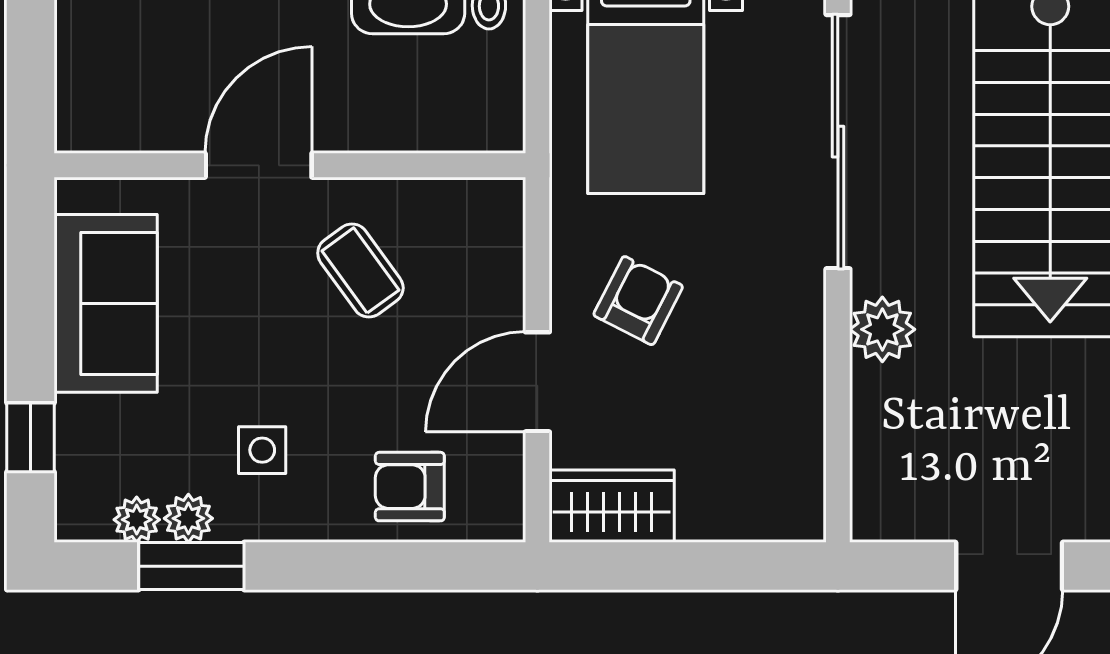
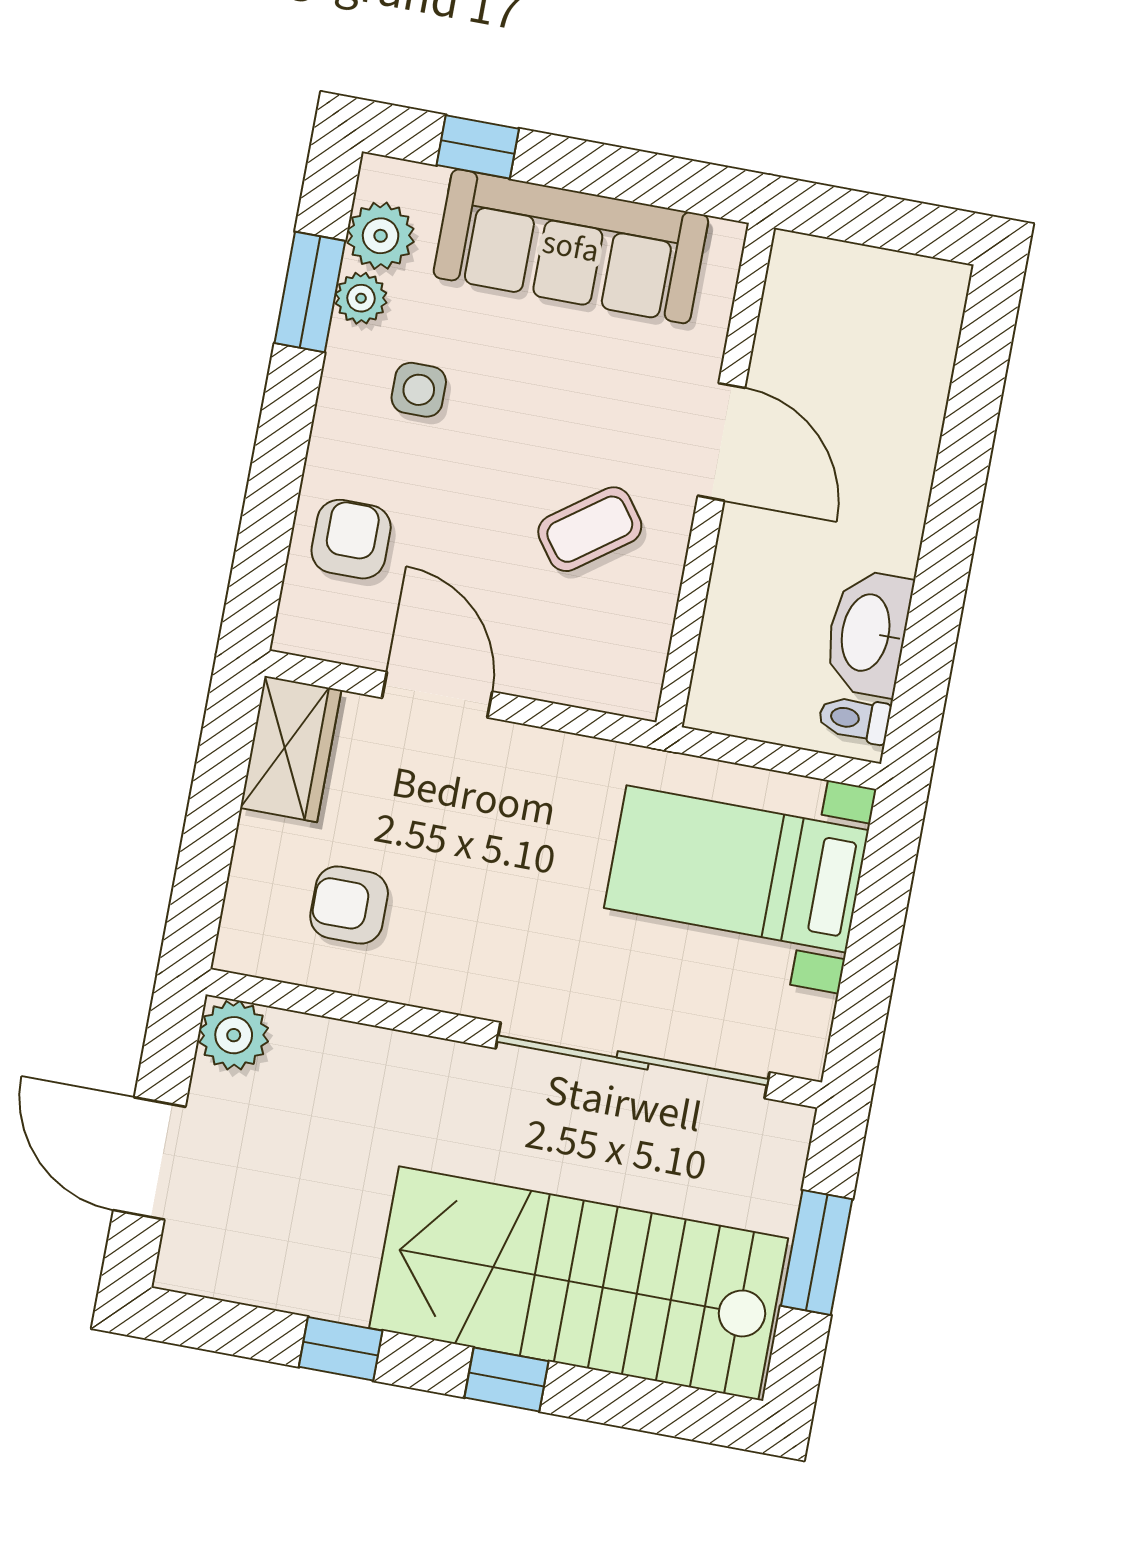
armchair: (638, 301) -> (349, 905), moved, turned 153
sofa: (106, 303) -> (571, 246), width x1.36
plant: (882, 329) -> (234, 1035), moved
plant: (137, 520) -> (381, 236), width x1.38, depth x1.38

